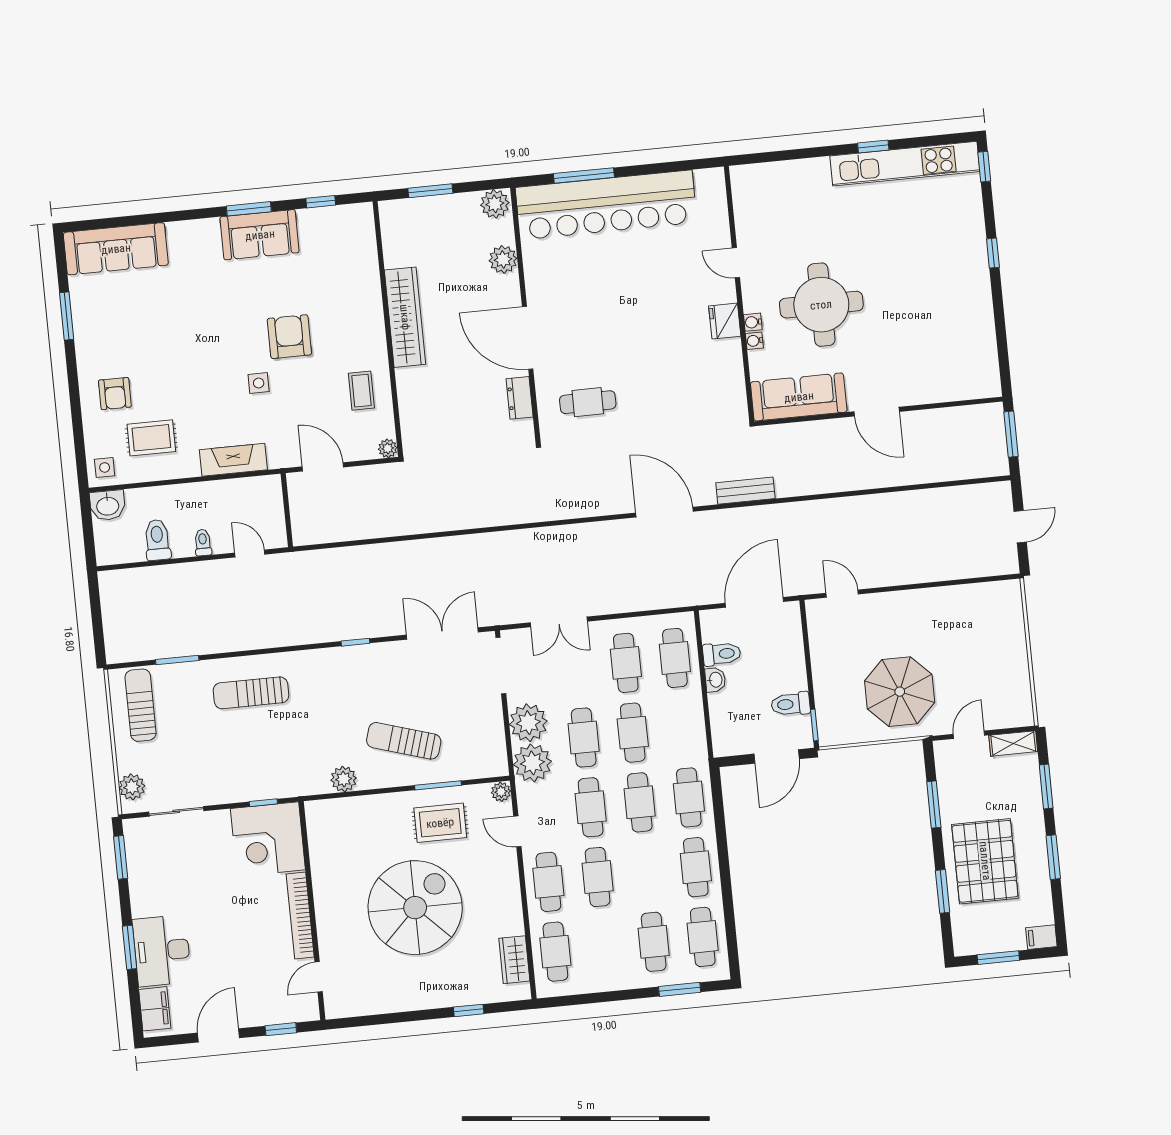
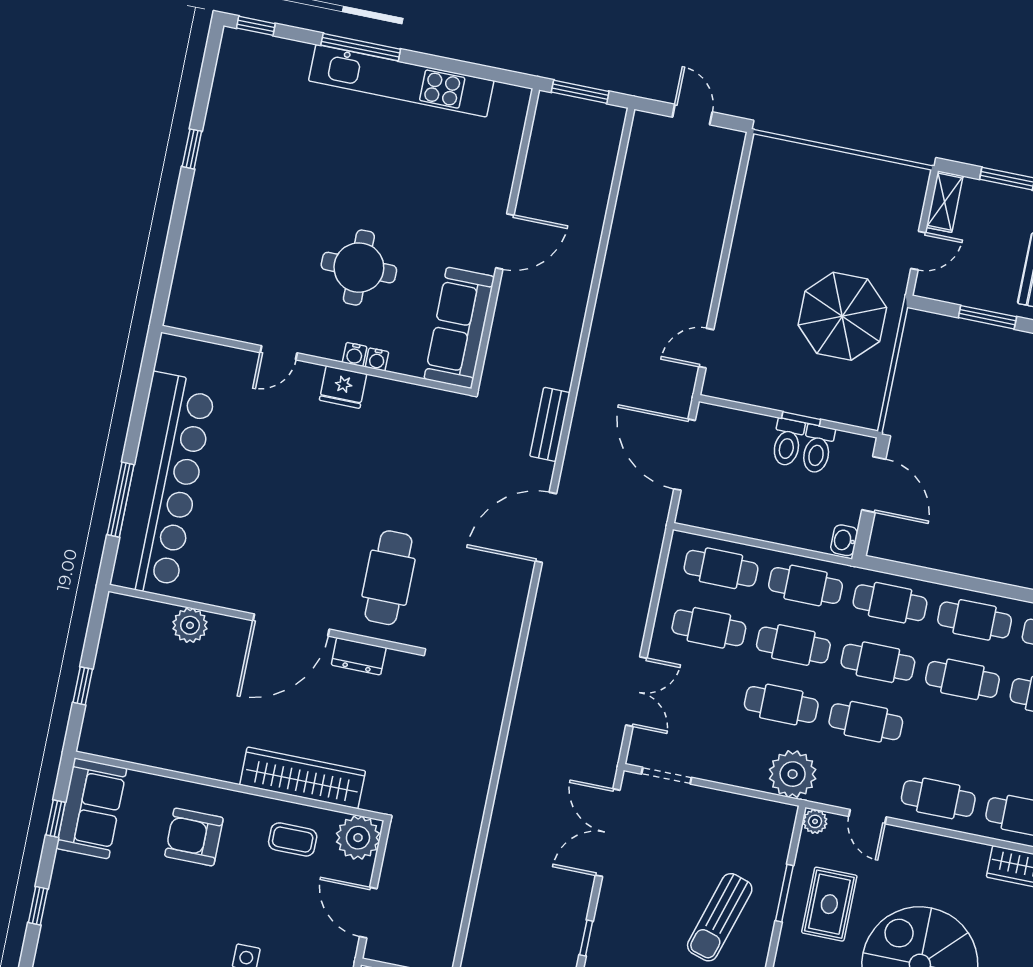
kitchen unit: (905, 164) -> (401, 81), moved, turned 90
window: (430, 191) -> (83, 686), width x0.67
plant: (495, 204) -> (122, 615), removed
window: (249, 209) -> (38, 906), width x0.67
sofa: (260, 235) -> (91, 808), moved
window: (993, 253) -> (361, 47), width x2.17
round table: (821, 305) -> (359, 268), width x0.73, depth x0.73
wardrobe: (405, 317) -> (303, 778), moved
armchair: (289, 337) -> (194, 837), moved
cafe table: (588, 402) -> (389, 578), width x1.37, depth x1.35
plant: (388, 448) -> (358, 838), width x1.87, depth x1.87
door: (323, 467) -> (368, 913), hinge flipped
toilet: (722, 654) -> (788, 442), moved, turned 180
doorway: (501, 665) -> (666, 776), width x0.73
washbasin: (715, 680) -> (844, 540), moved, turned -90
plant: (528, 723) -> (744, 764), removed
window: (814, 725) -> (801, 419), moved
cafe table: (682, 728) -> (805, 585), added
door: (969, 735) -> (918, 251), swing flipped
door: (517, 831) -> (868, 817), hinge flipped
cafe table: (598, 877) -> (962, 679), moved

